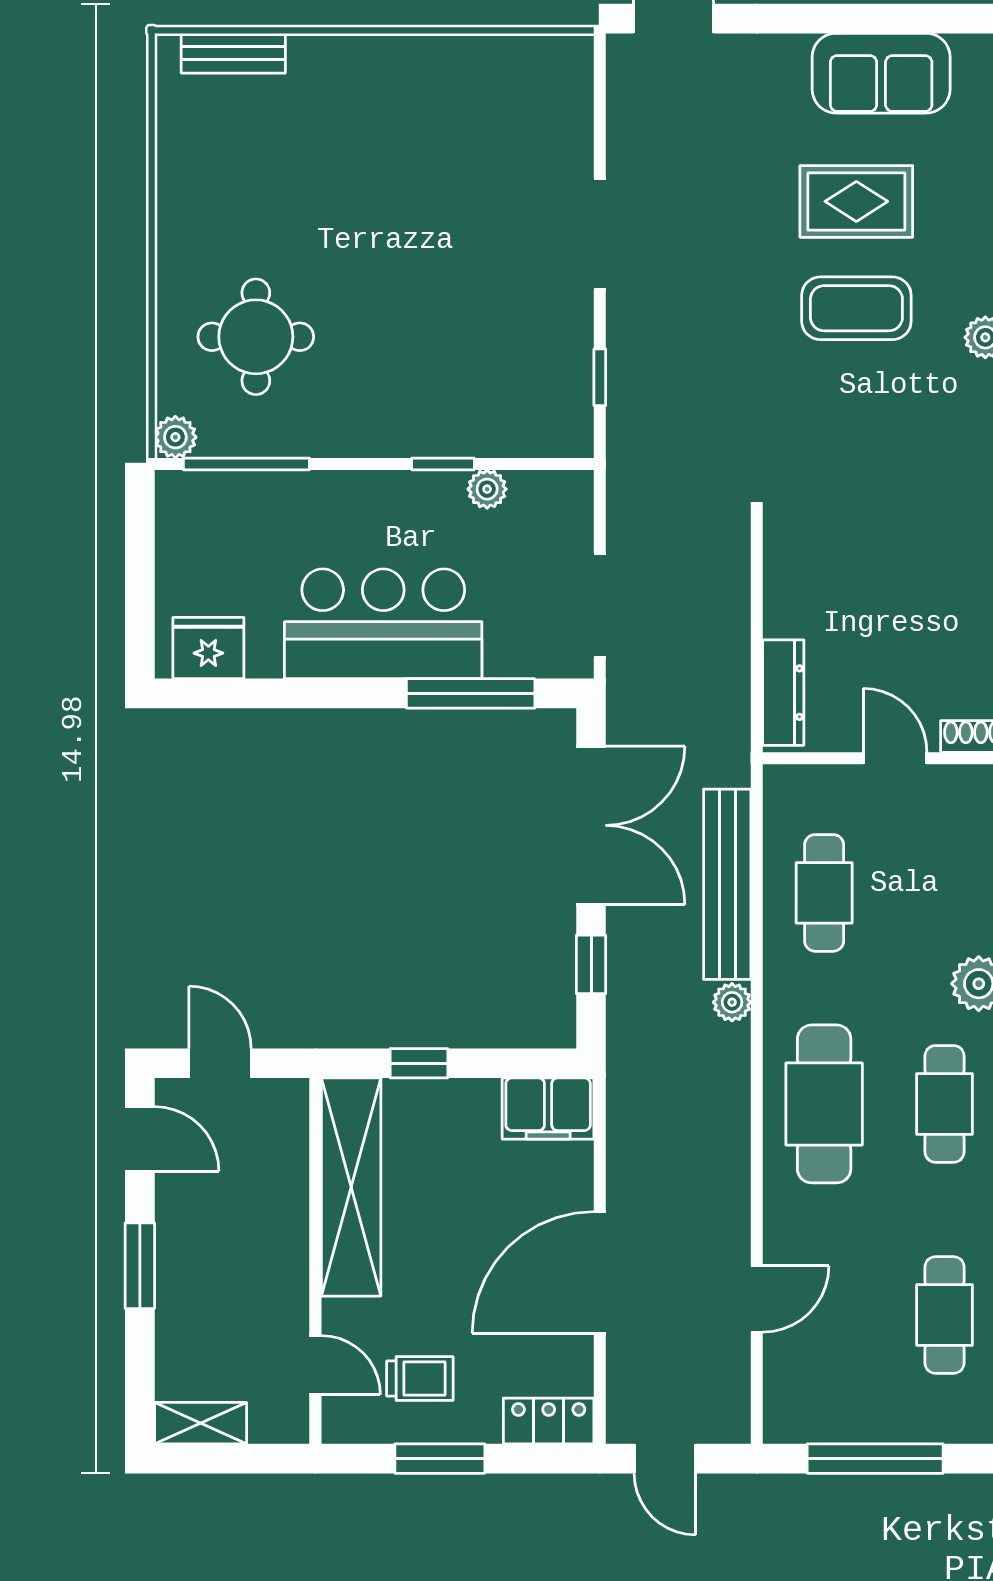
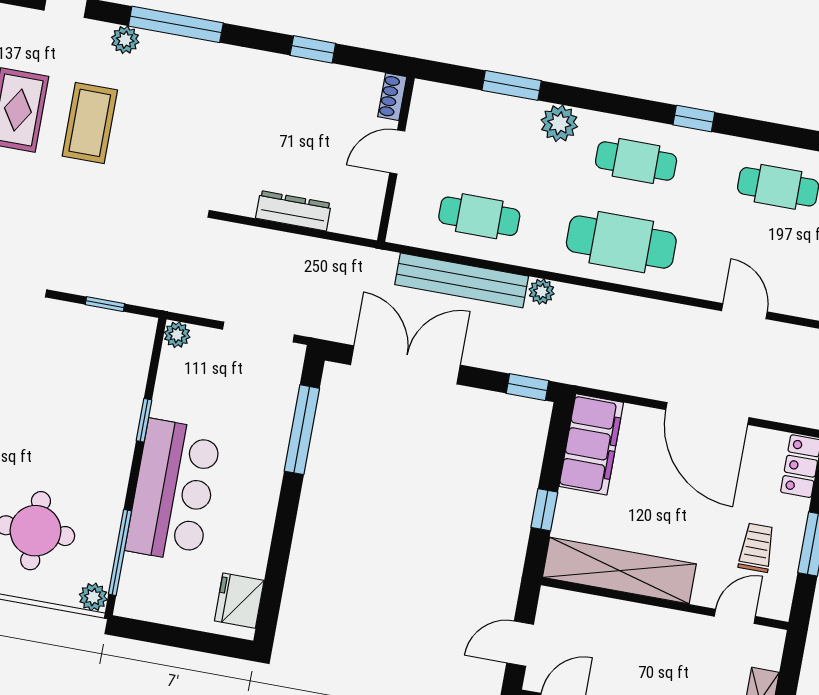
plant: (487, 489) -> (177, 335), moved
bar counter: (383, 624) -> (173, 491), moved, turned 180
dresser: (783, 693) -> (293, 211), moved
window: (591, 964) -> (527, 387), moved
filing cabinet: (548, 1109) -> (591, 444), width x1.50, depth x1.17

